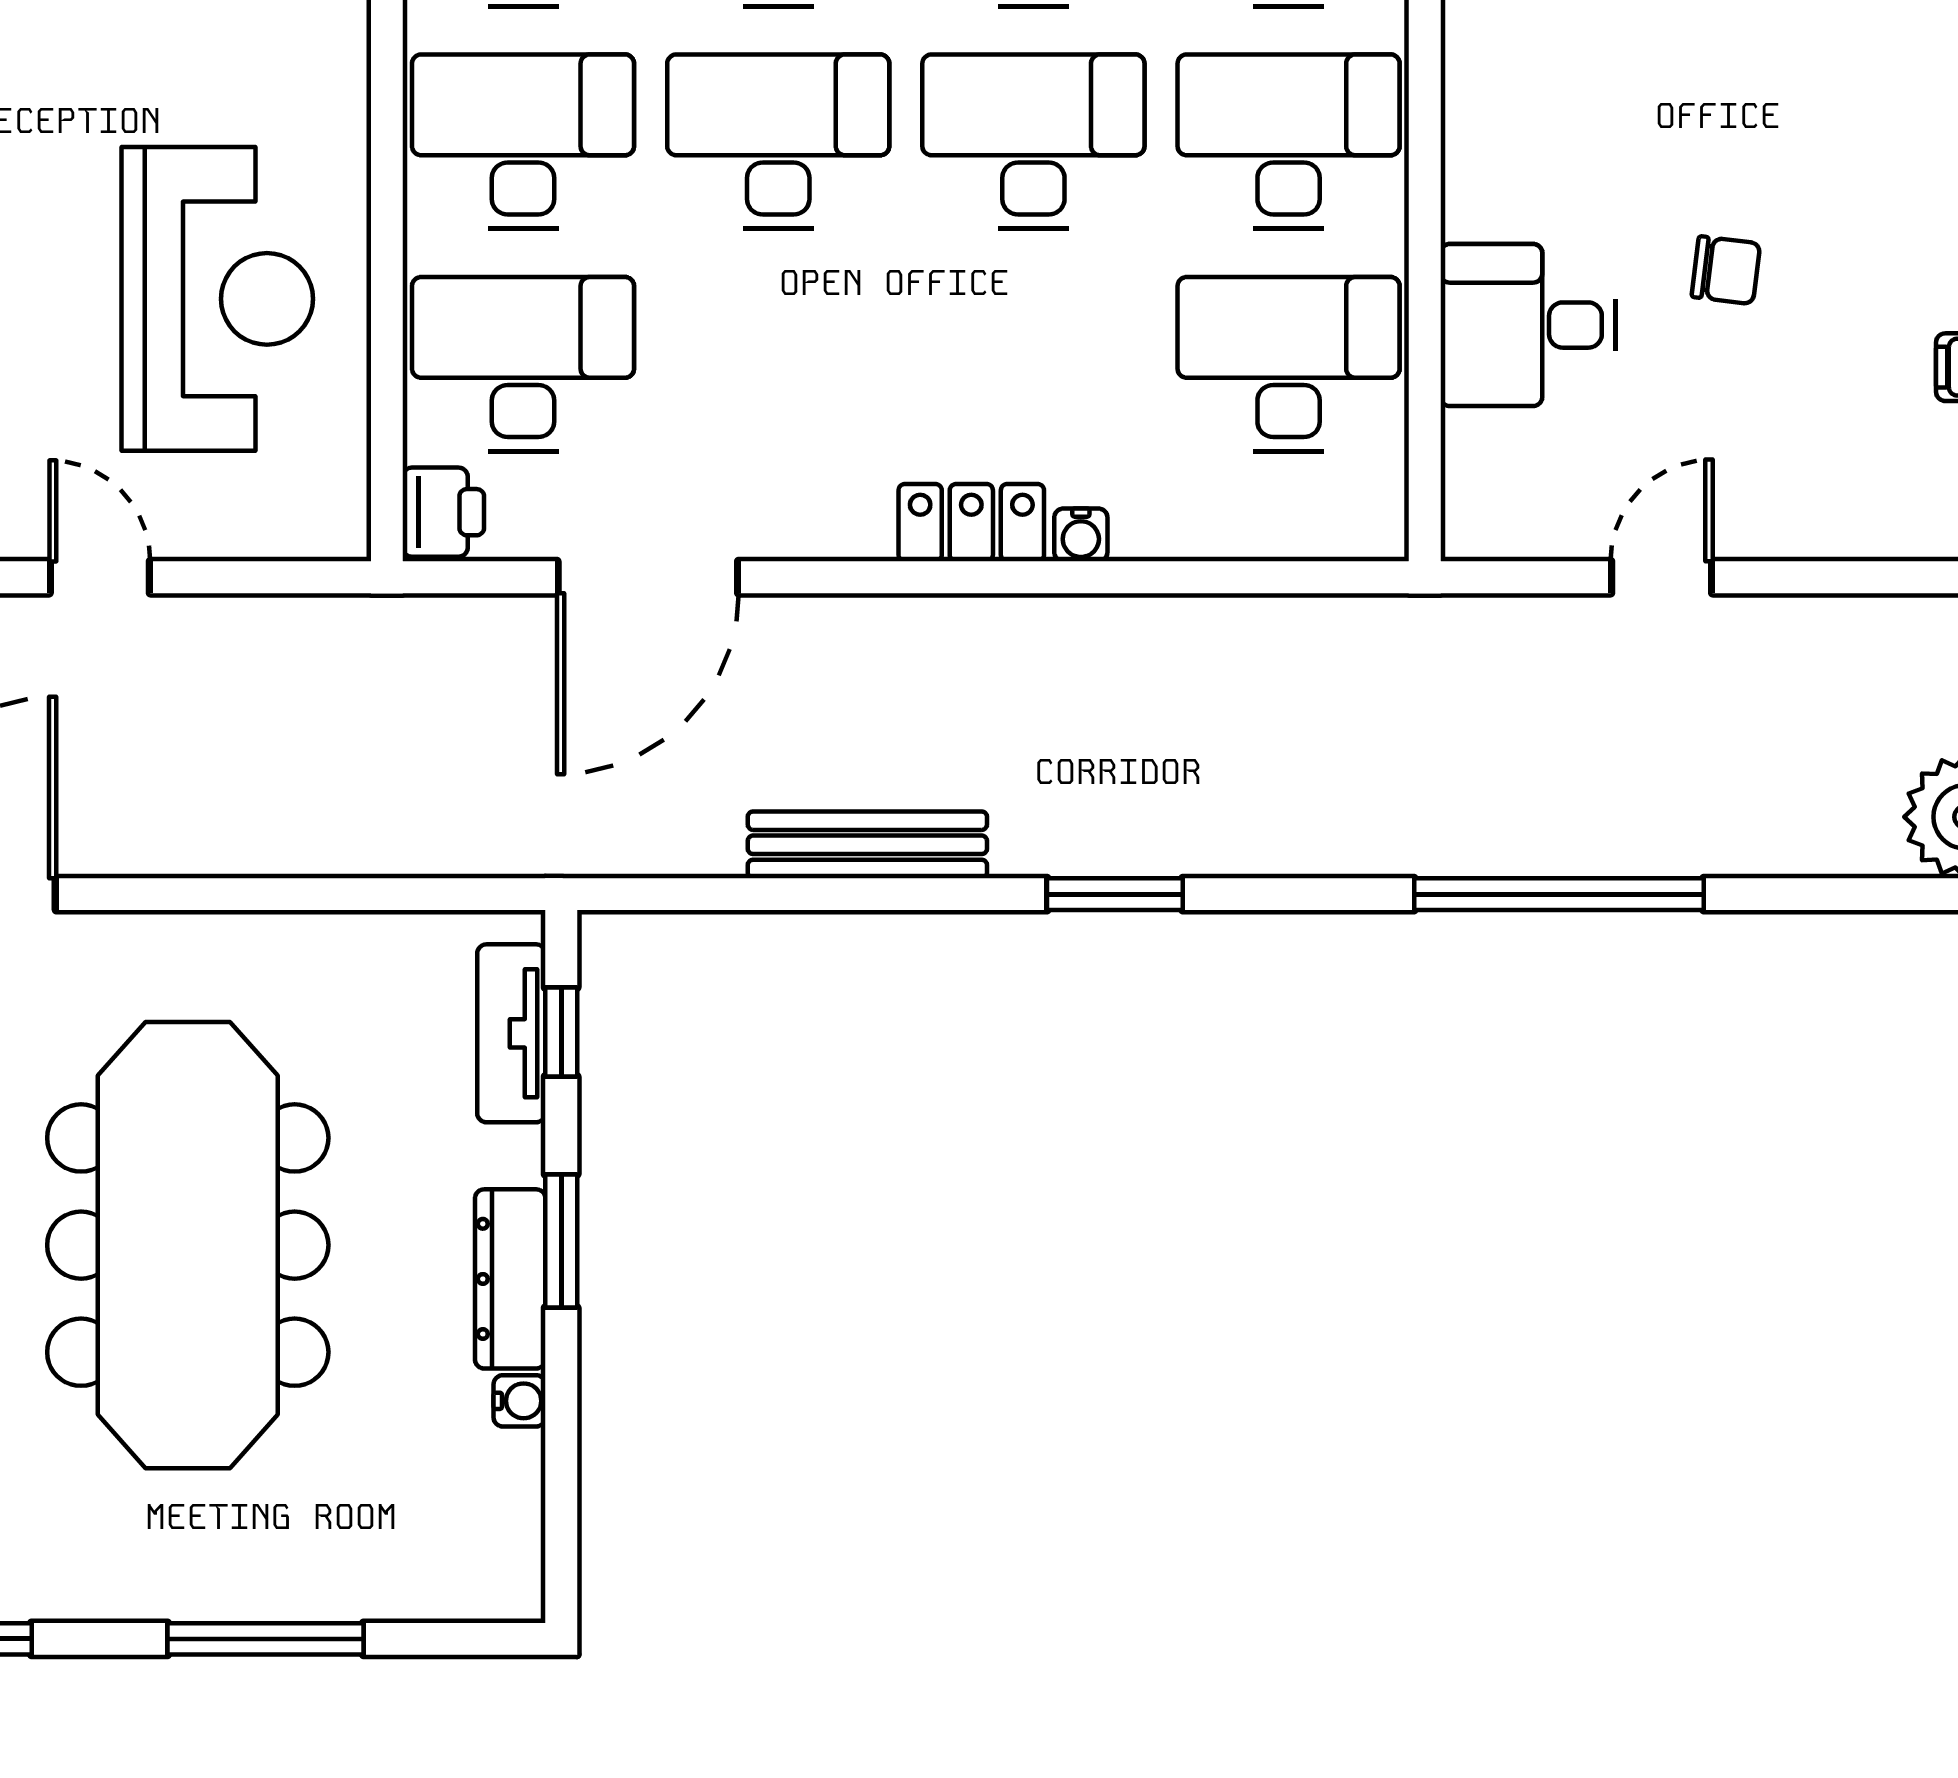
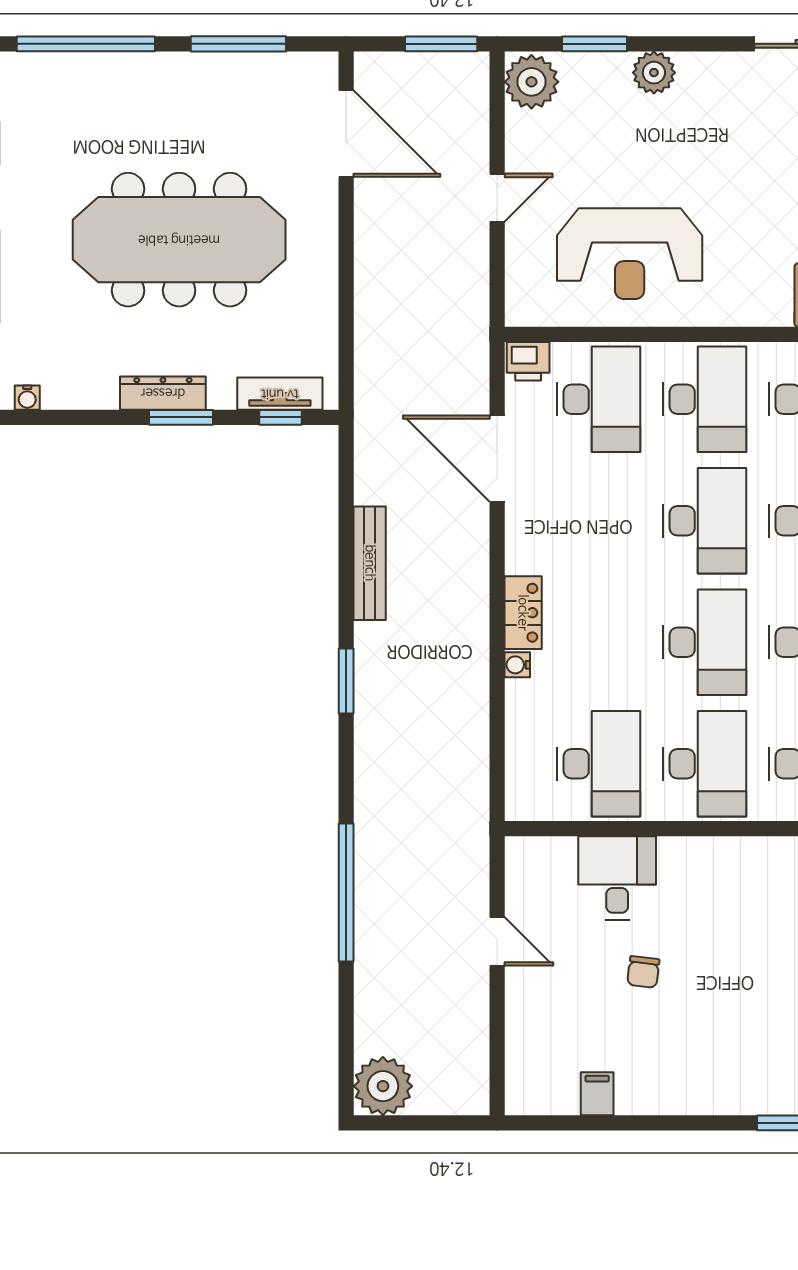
water cooler: (520, 1401) -> (27, 398), moved

